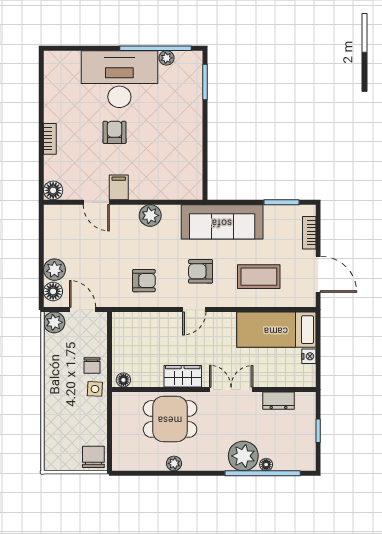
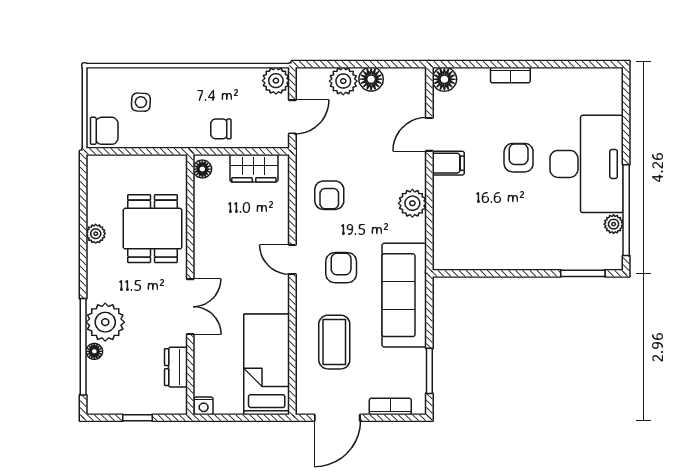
armchair: (115, 132) -> (519, 158), turned -90
floor lamp: (53, 291) -> (371, 79), moved
nightstand: (309, 356) -> (204, 406), moved
wardrobe: (183, 376) -> (254, 168), moved, turned 90
side table: (95, 389) -> (141, 102), moved

